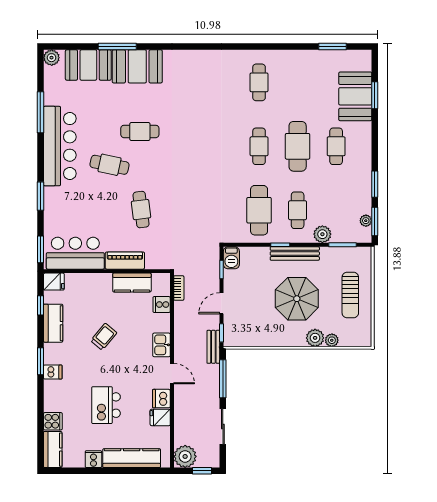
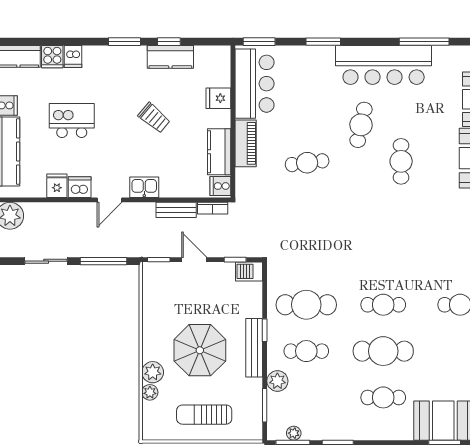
fridge: (54, 282) -> (218, 98), moved, turned 90
window: (40, 305) -> (169, 42), moved
cooker: (162, 305) -> (220, 186), moved, turned -90
bench: (213, 347) -> (176, 210), moved
dishwasher: (53, 372) -> (73, 57), moved

